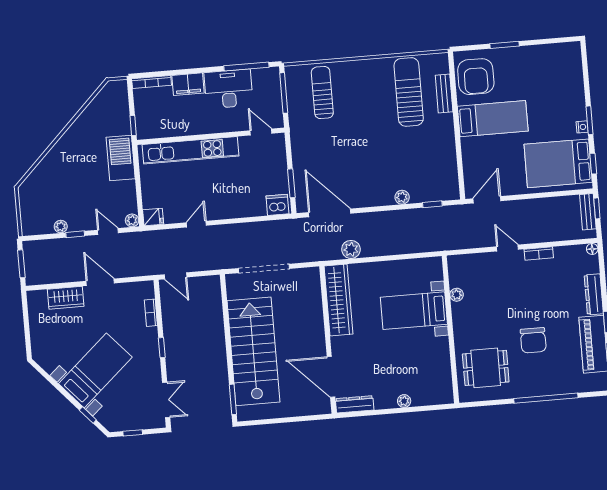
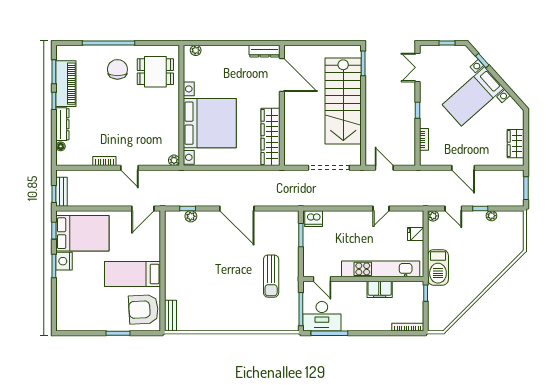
armchair: (476, 77) -> (143, 309), turned -93
filing cabinet: (188, 84) -> (380, 289), moved, turned 180
desk: (228, 89) -> (322, 316), moved
sun lounger: (409, 92) -> (199, 301), removed
sun lounger: (322, 93) -> (271, 276), moved
bench: (444, 94) -> (170, 316), moved
nightstand: (582, 127) -> (64, 261), width x1.89, depth x1.79
plant: (402, 197) -> (191, 216), moved
door: (330, 213) -> (237, 208), moved
fridge: (153, 217) -> (416, 234), moved
plant: (351, 249) -> (257, 177), removed
floor lamp: (592, 249) -> (61, 146), moved
door: (176, 276) -> (384, 168), moved
plant: (457, 295) -> (174, 160), moved
wardrobe: (66, 298) -> (516, 144), moved, turned -90
bed with nightstands: (414, 311) -> (210, 123), width x1.85
chair: (533, 340) -> (117, 69), moved
plant: (404, 401) -> (196, 50), moved

